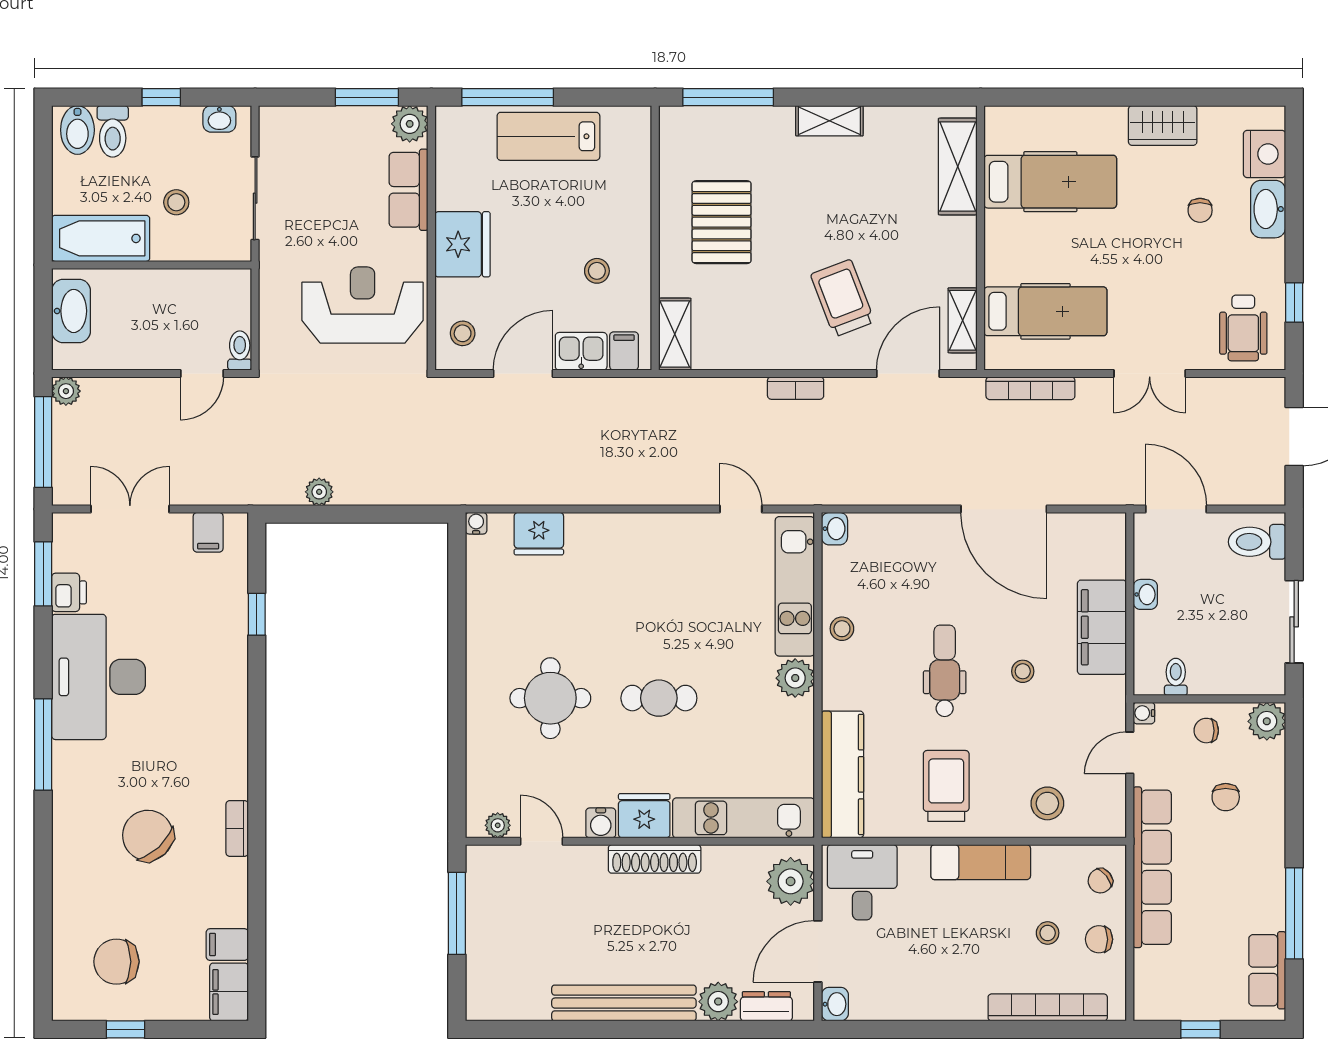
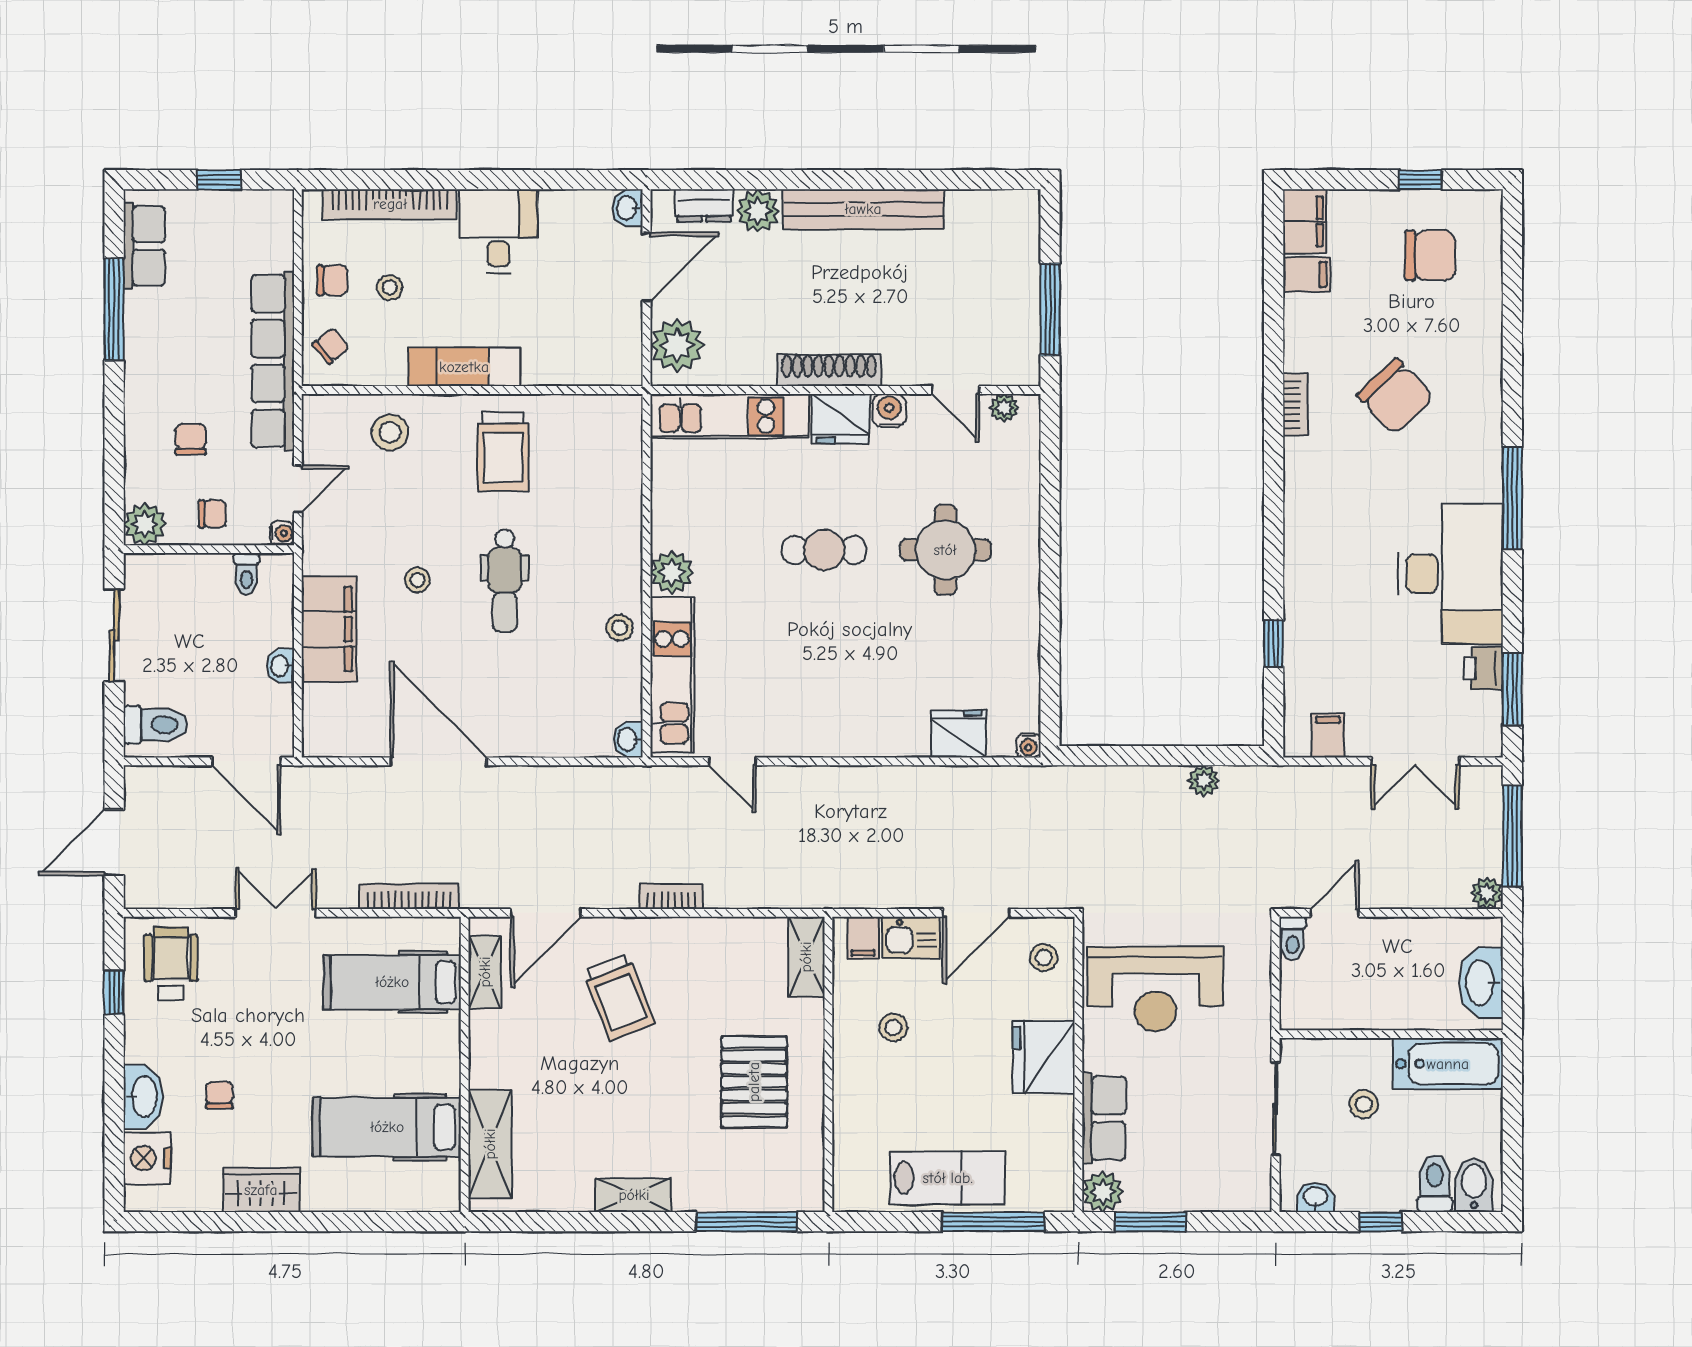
kitchen counter: (842, 774) -> (619, 465), removed
desk: (862, 882) -> (498, 231), moved, turned 180

